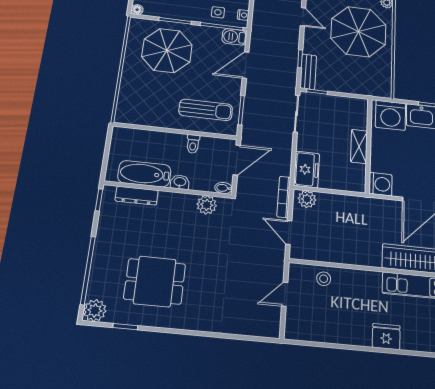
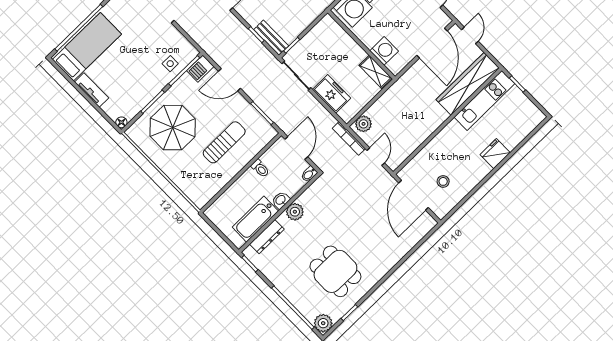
nightstand: (243, 15) -> (187, 46), removed
door: (246, 65) -> (229, 80), hinge flipped
sun lounger: (206, 110) -> (224, 142), moved
shelving: (359, 146) -> (376, 72), moved
freezer: (307, 169) -> (332, 94), moved
washing machine: (381, 184) -> (384, 51), moved
plant: (207, 205) -> (295, 212), moved
door: (289, 232) -> (376, 157), swing flipped
stool: (324, 279) -> (443, 181), moved
dining table: (155, 281) -> (335, 271), turned 90
door: (285, 294) -> (414, 195), width x1.87

